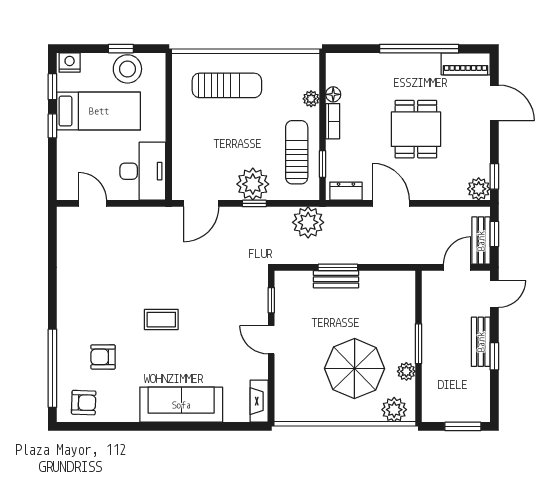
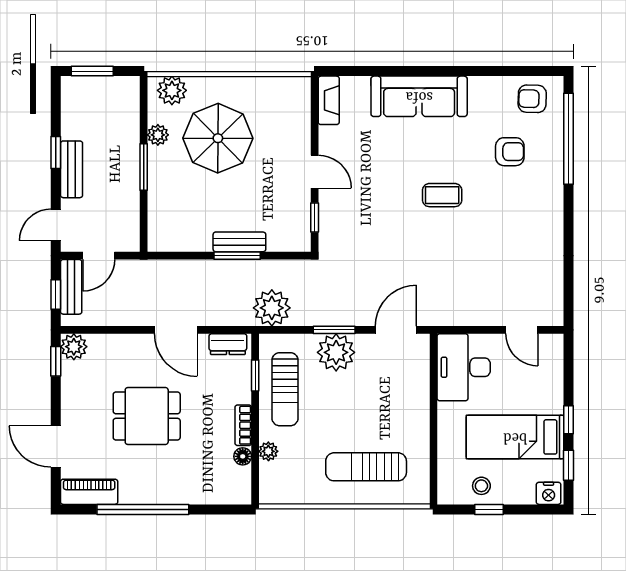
stool: (127, 69) -> (481, 486), width x0.53, depth x0.53
dining table: (416, 129) -> (147, 416), turned 90
window: (254, 203) -> (334, 330), width x1.50

